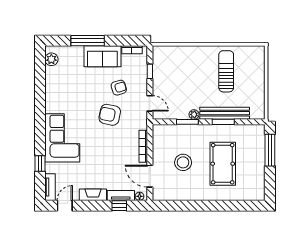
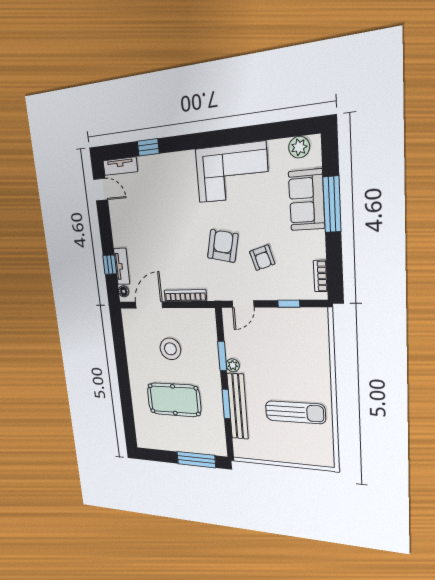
sofa: (102, 56) -> (307, 200), moved
corner sofa: (62, 138) -> (232, 172), moved
fireplace: (93, 195) -> (118, 228), removed

